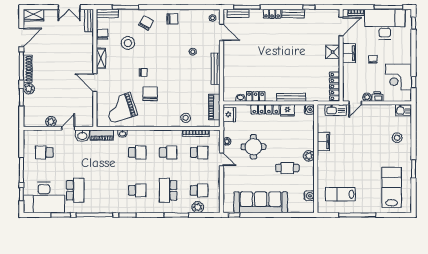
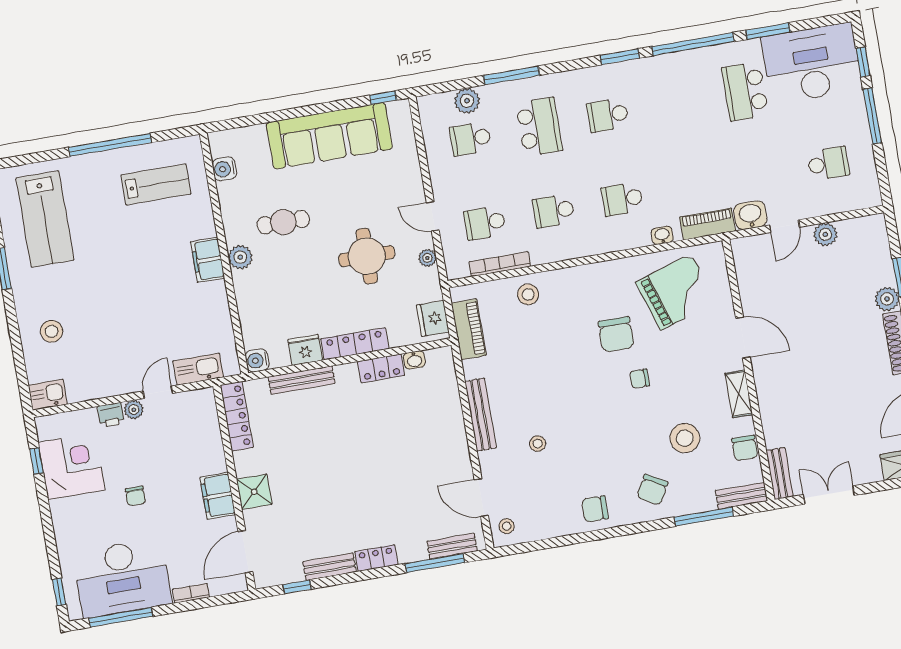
door: (341, 27) -> (245, 552), moved
shower: (333, 52) -> (254, 492), moved
filing cabinet: (349, 53) -> (218, 496), moved
wall: (341, 55) -> (234, 488), moved
locker: (335, 87) -> (237, 416), moved
filing cabinet: (323, 142) -> (208, 260), moved

